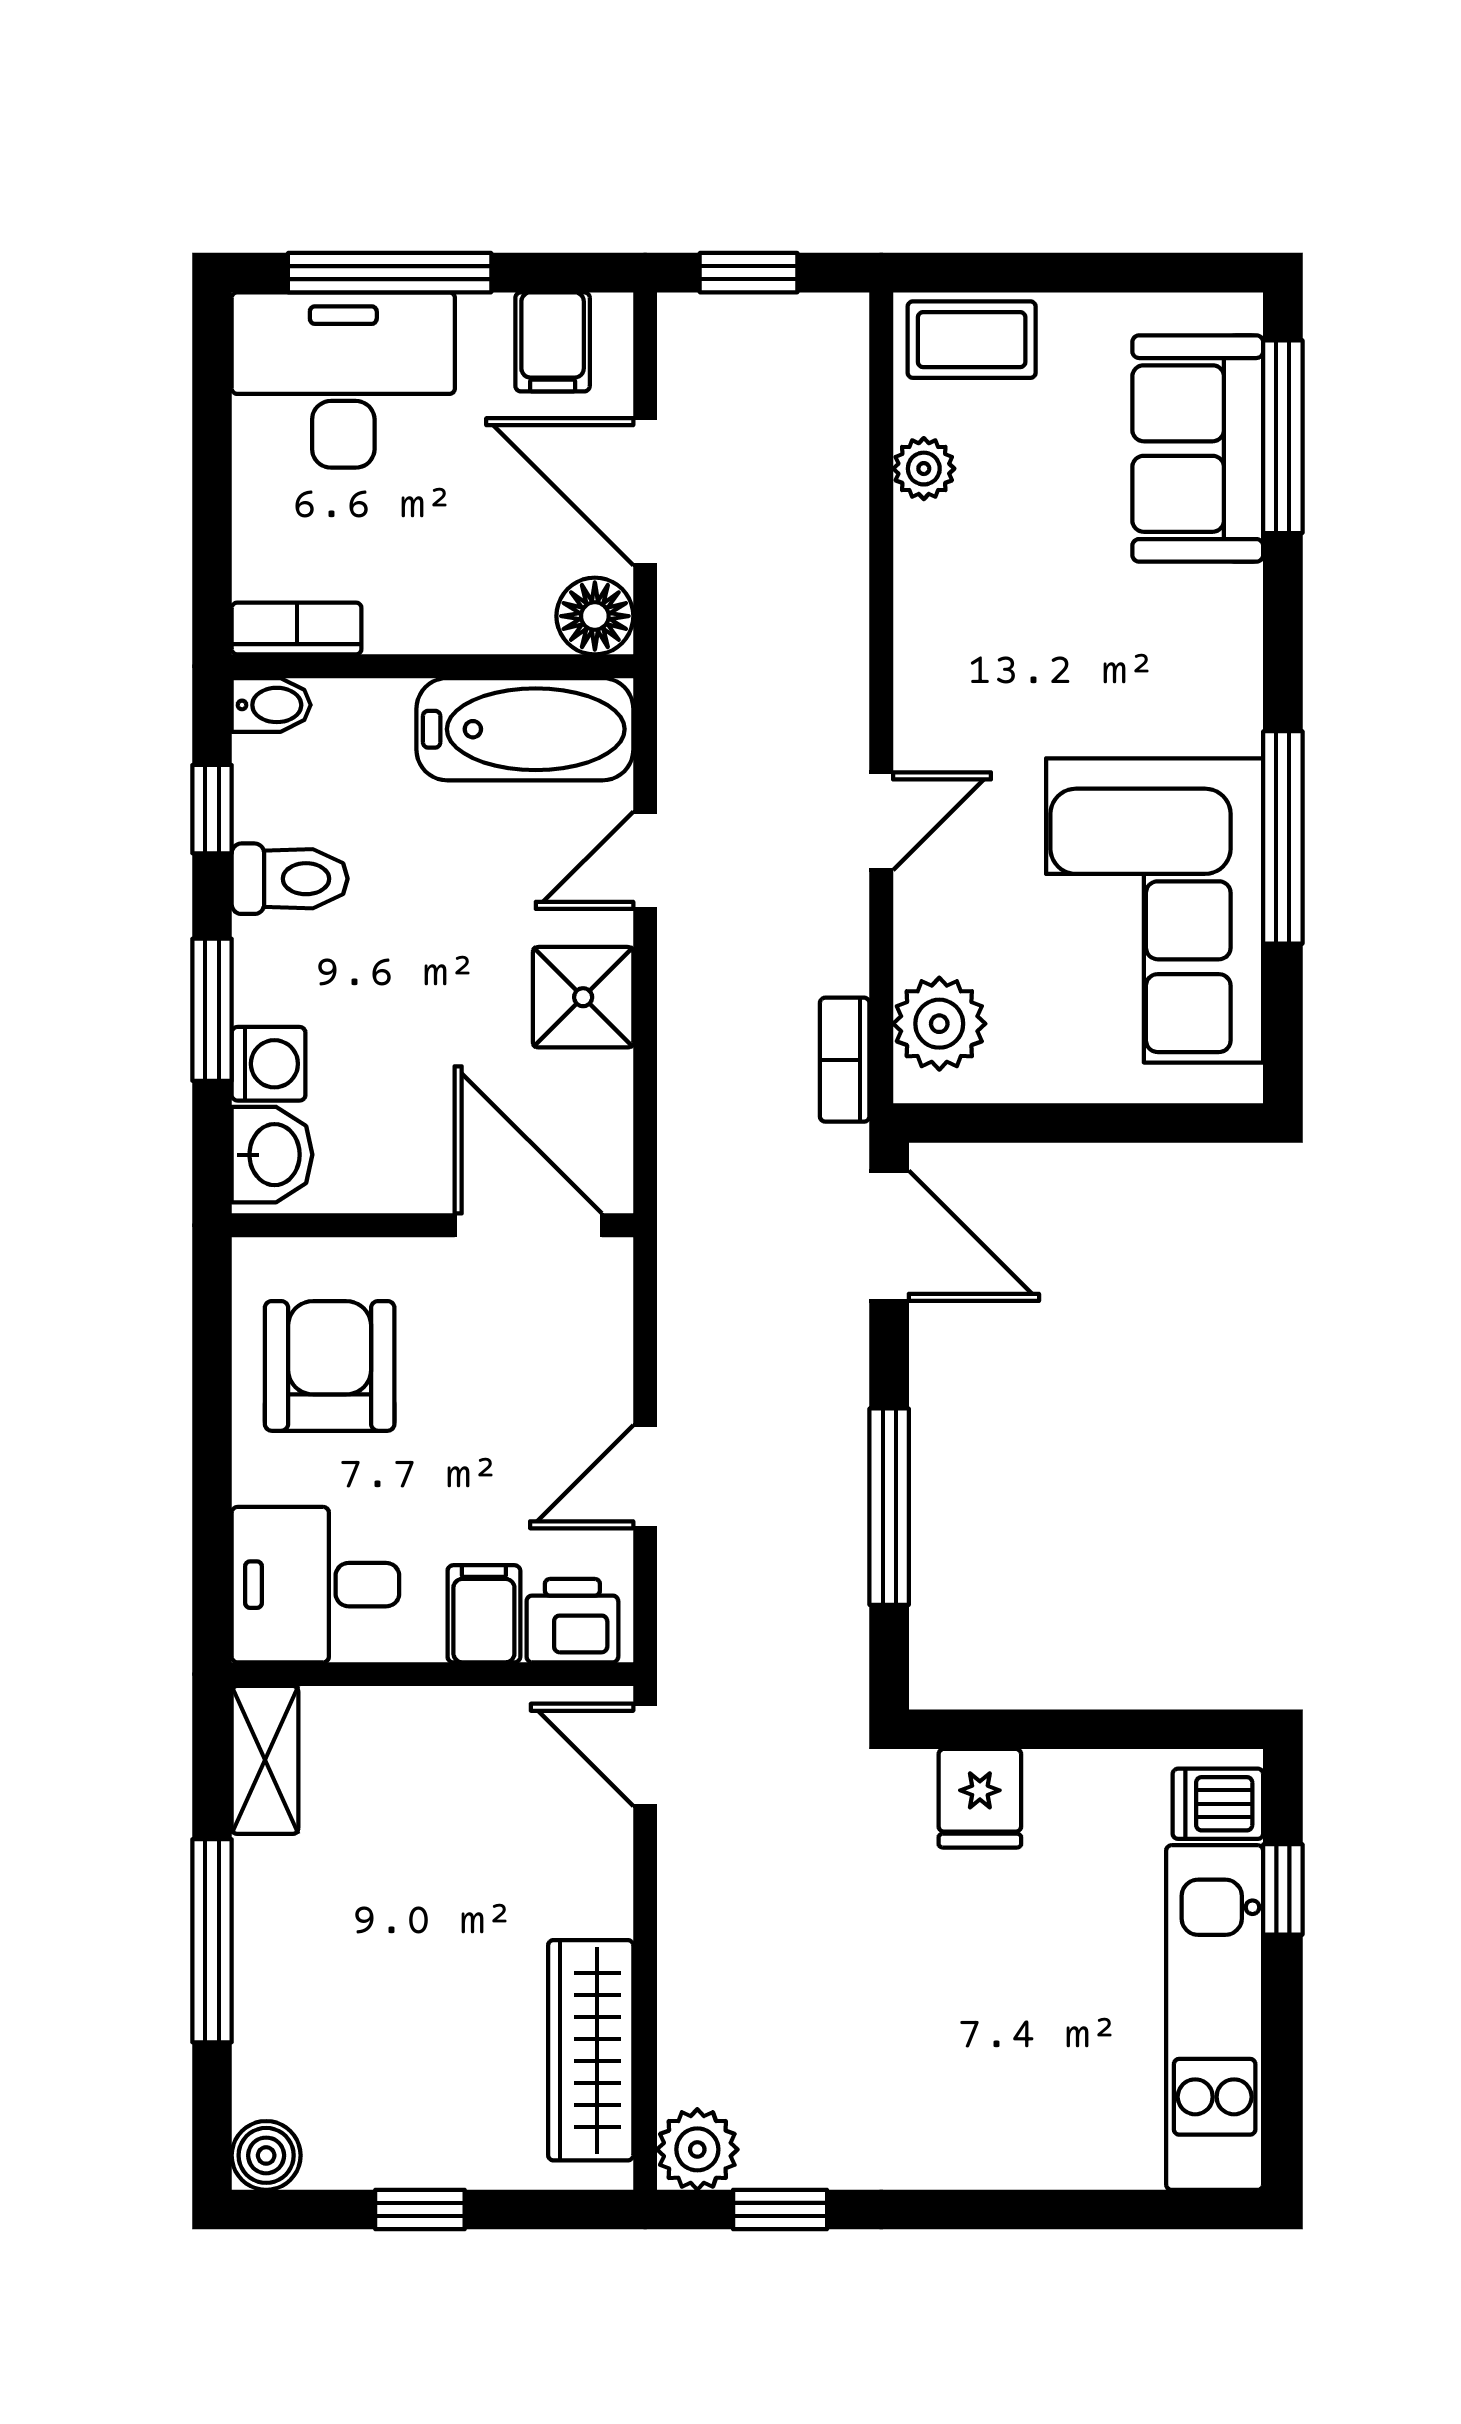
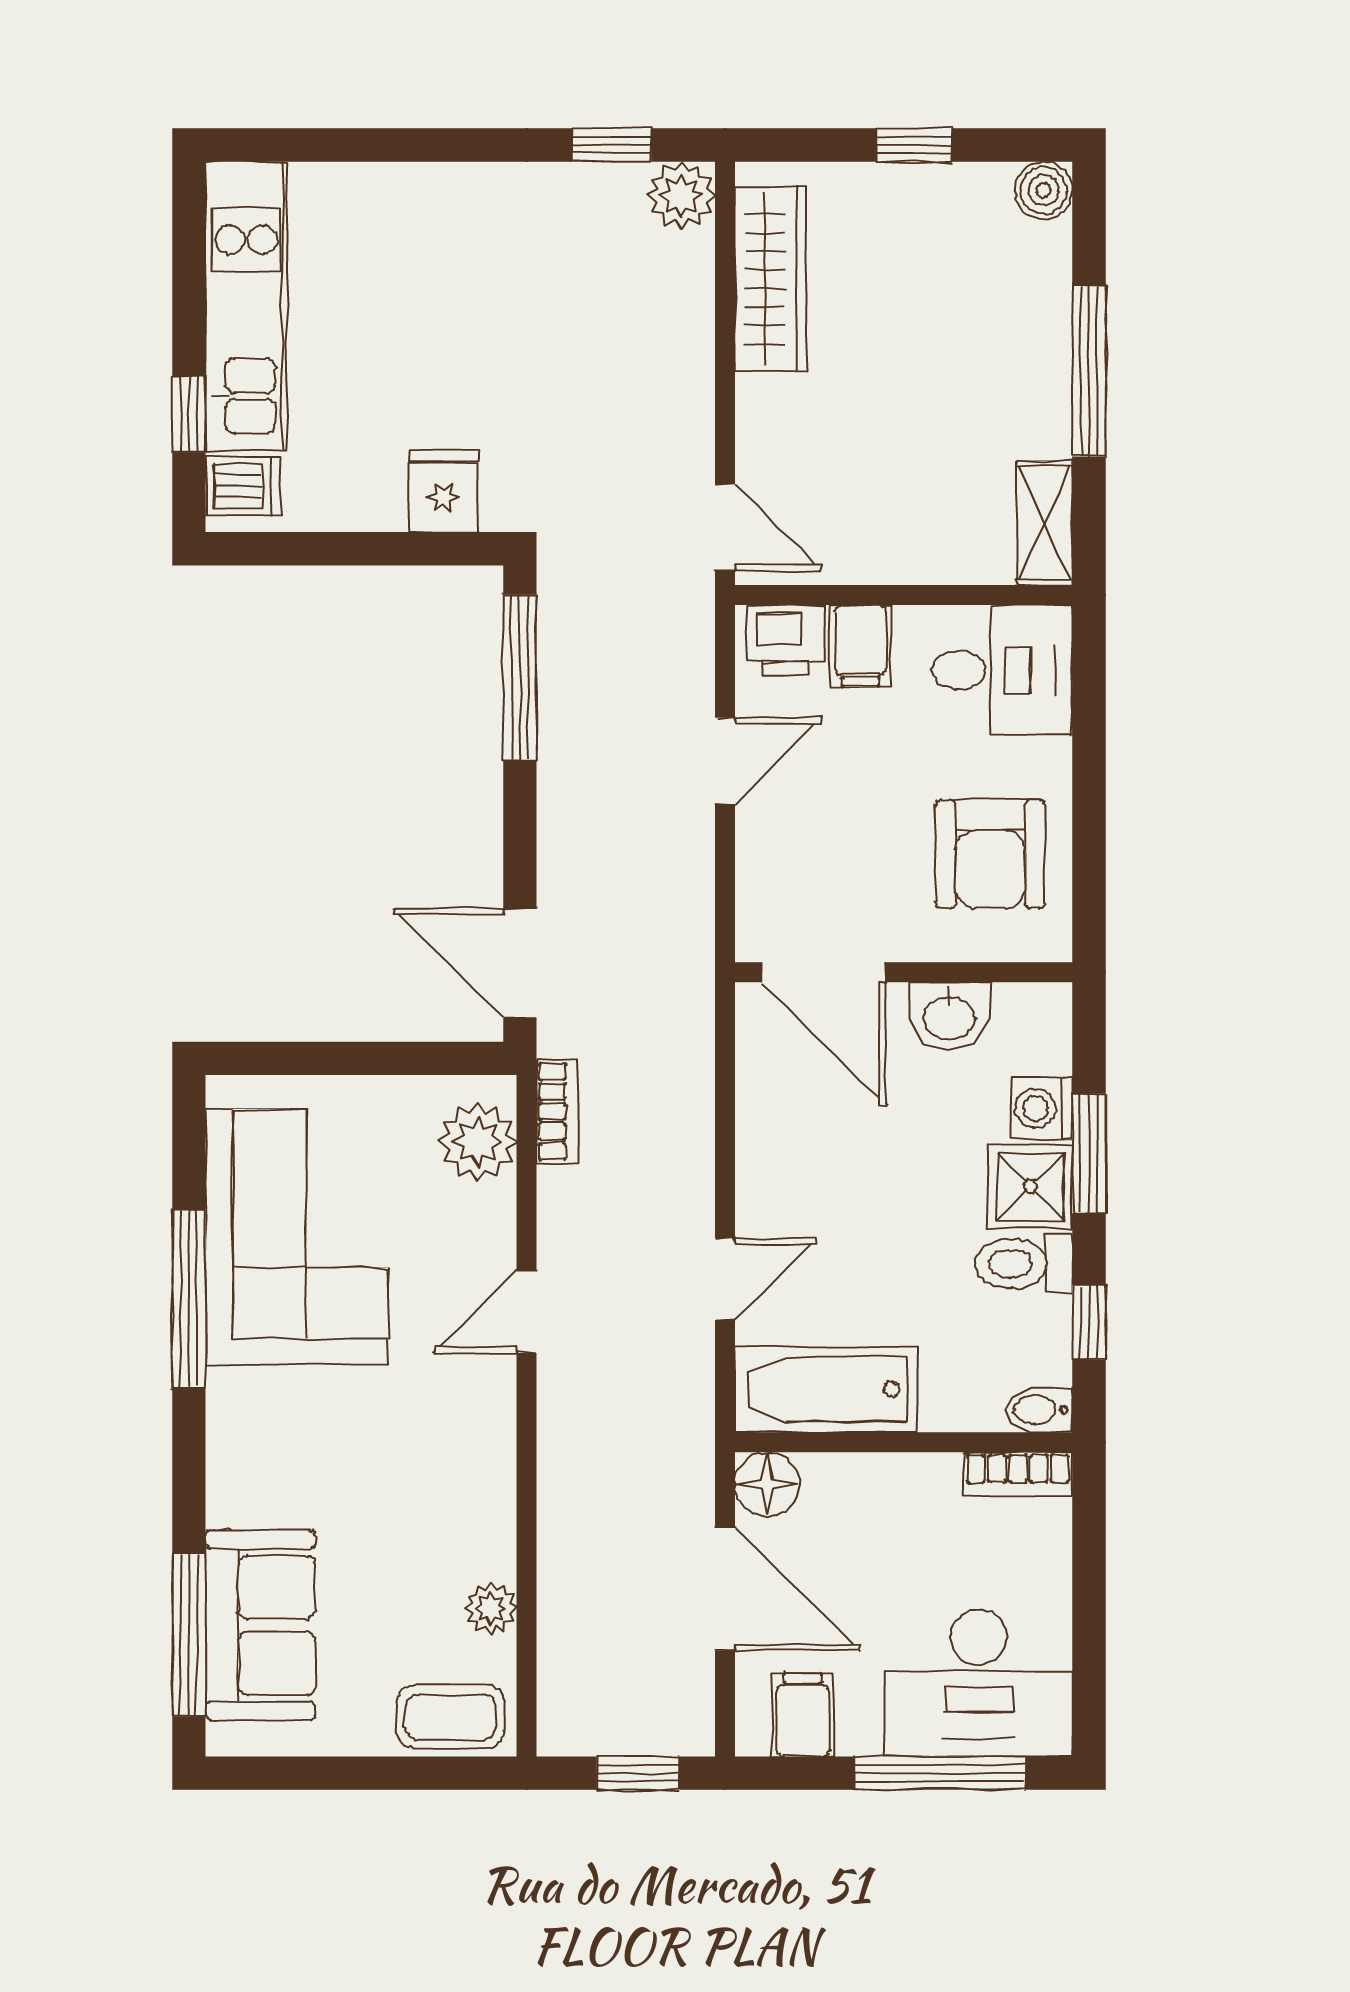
shower: (583, 997) -> (1030, 1186), moved
washbasin: (272, 1155) -> (949, 1016), moved, turned -90
window: (889, 1507) -> (520, 677), moved

